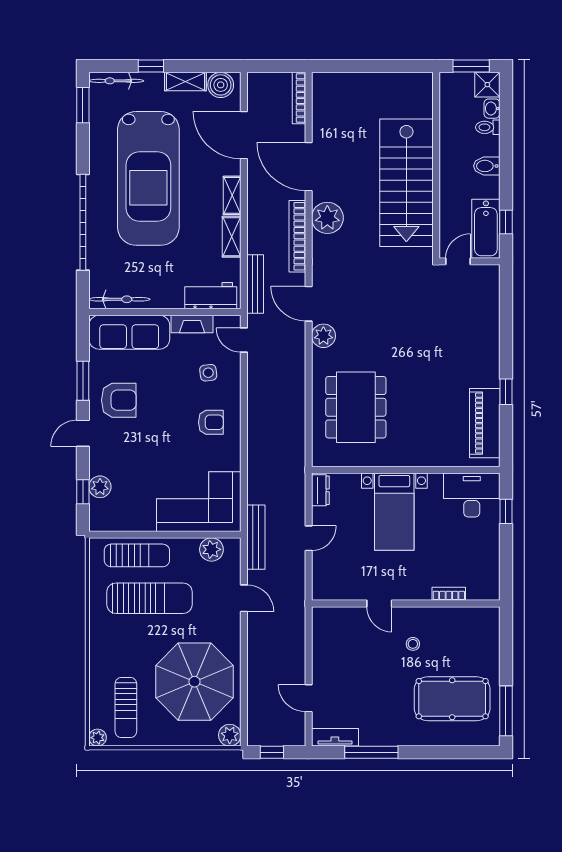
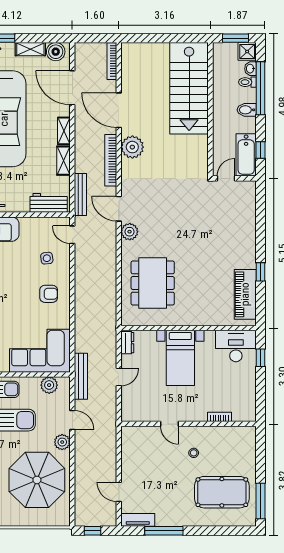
window: (506, 136) -> (260, 88), added
stairs: (406, 183) -> (189, 88), moved
fireplace: (192, 324) -> (35, 223), removed
plant: (230, 735) -> (62, 442), moved

